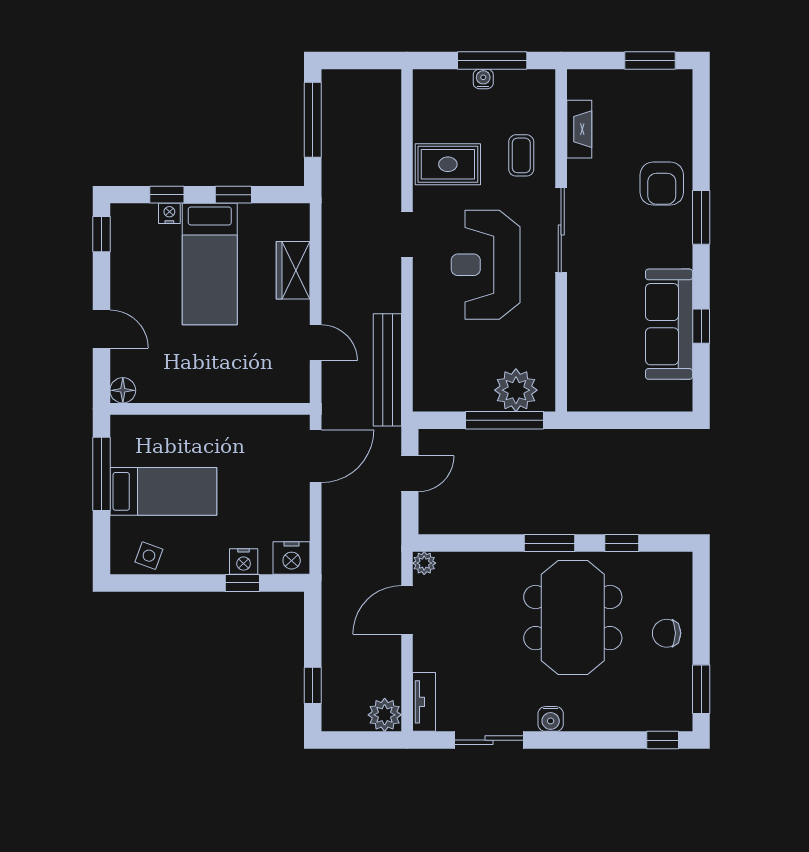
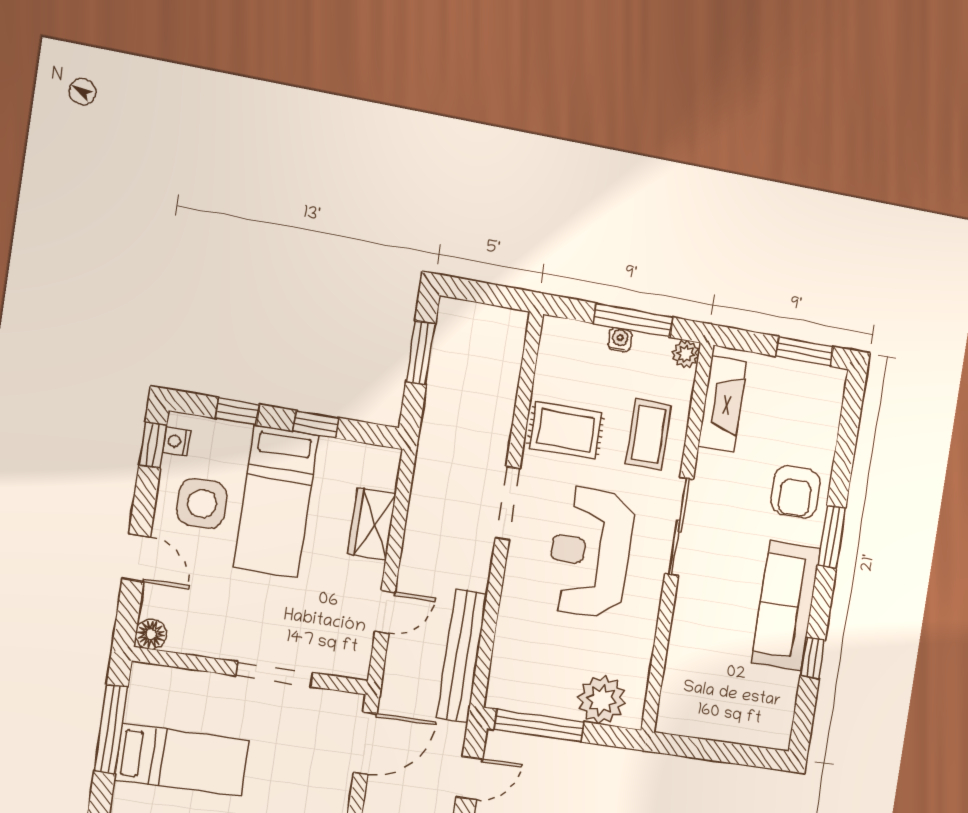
plant: (543, 81) -> (686, 354), added
window: (313, 120) -> (421, 353), width x0.69
fireplace: (579, 129) -> (722, 404), width x1.37, depth x1.32
coffee table: (521, 155) -> (648, 434), width x1.36, depth x1.30
nightstand: (169, 213) -> (176, 441), moved, turned -90
doorway: (407, 234) -> (508, 503), width x1.38
side table: (149, 276) -> (202, 504), added
sofa: (669, 324) -> (786, 606), moved
door: (316, 343) -> (385, 612), hinge flipped
doorway: (230, 409) -> (275, 674), added
window: (505, 420) -> (539, 726), moved

